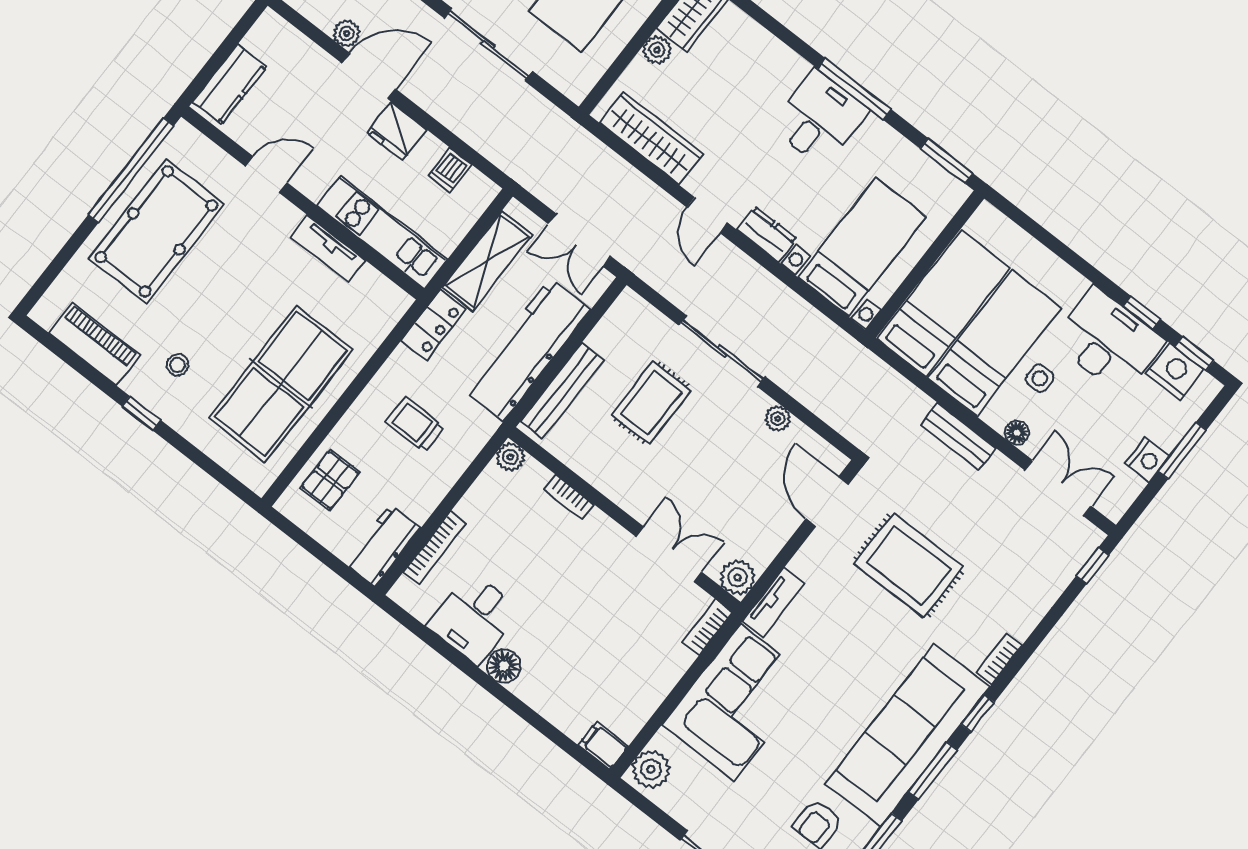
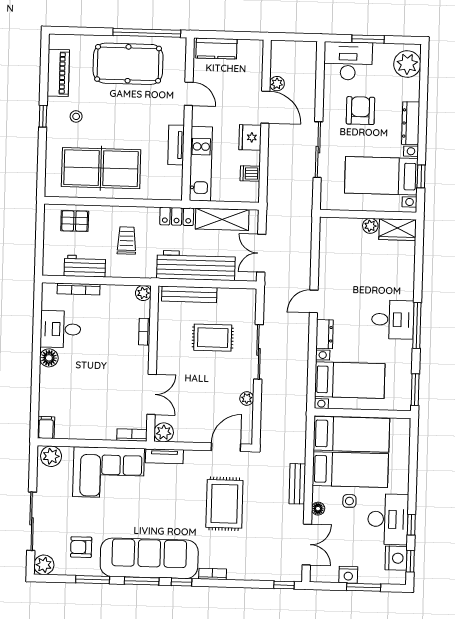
wardrobe: (651, 138) -> (329, 252), removed
workbench: (383, 546) -> (85, 266), moved

